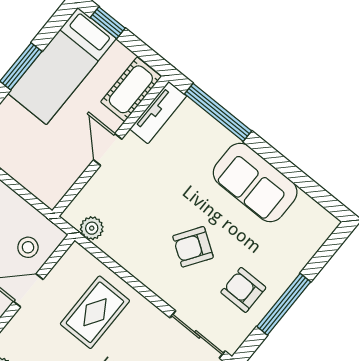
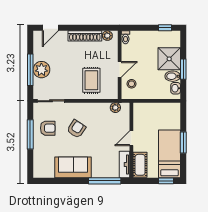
door: (108, 149) -> (131, 138), swing flipped

